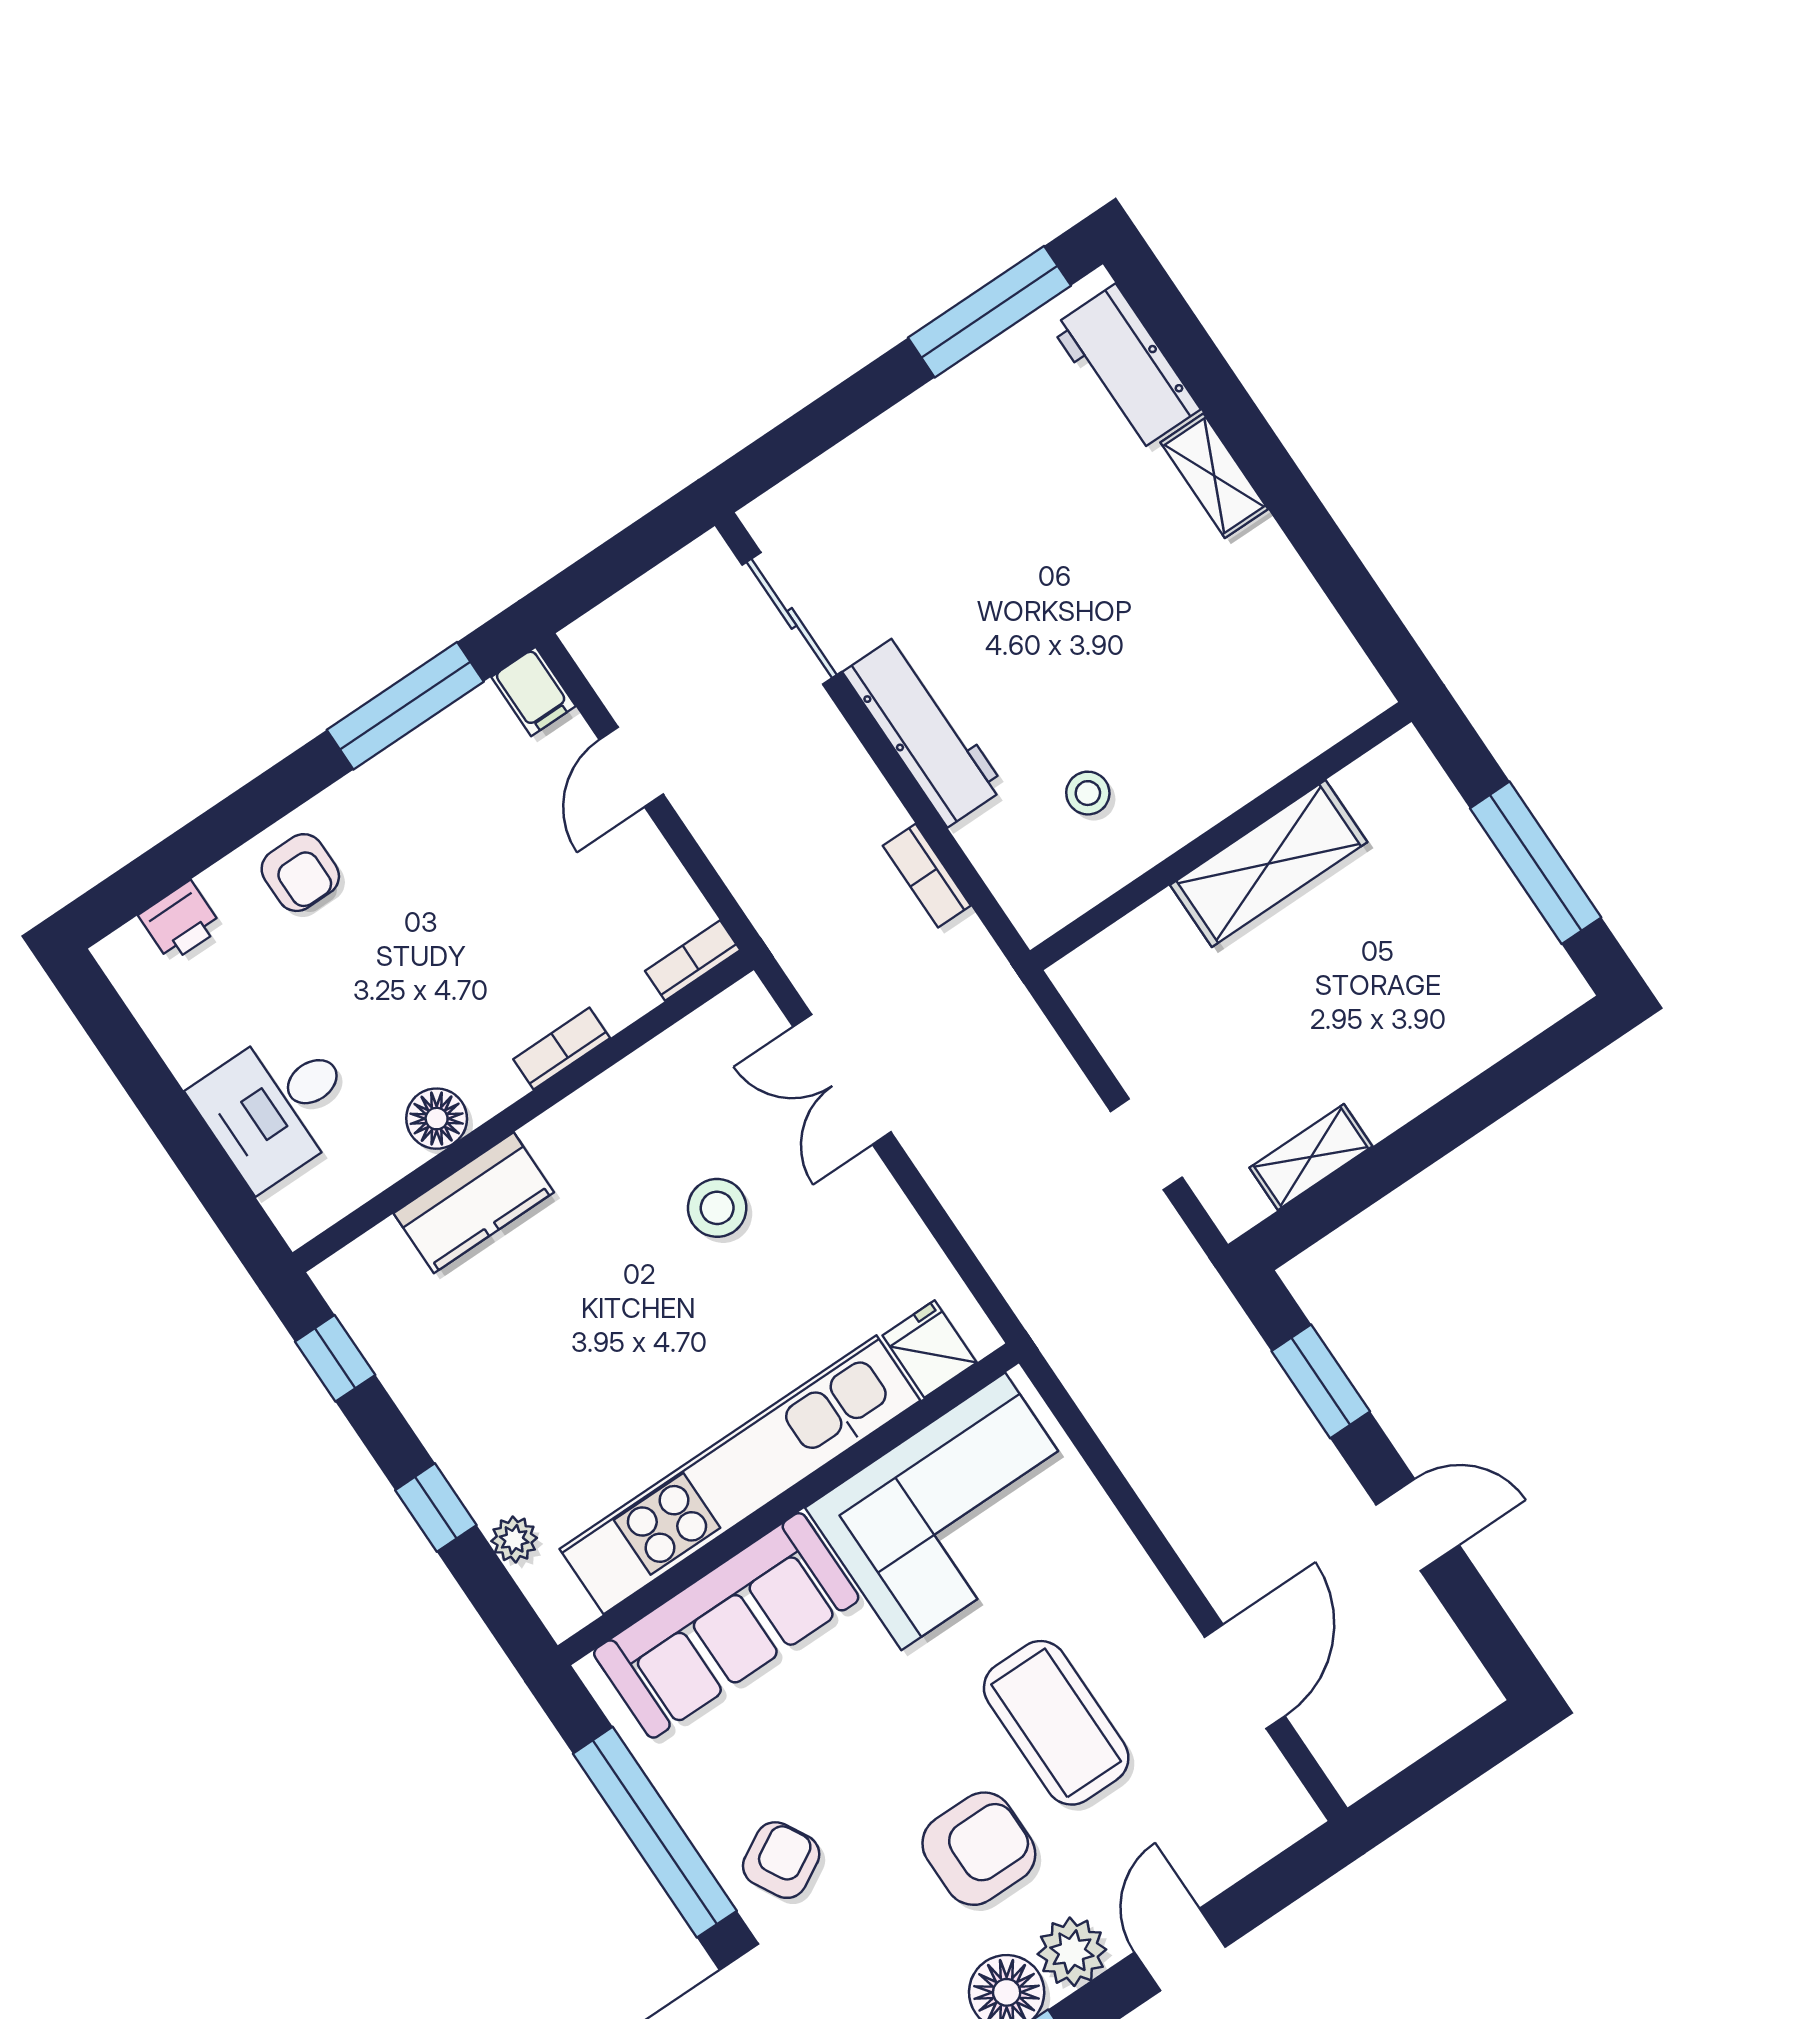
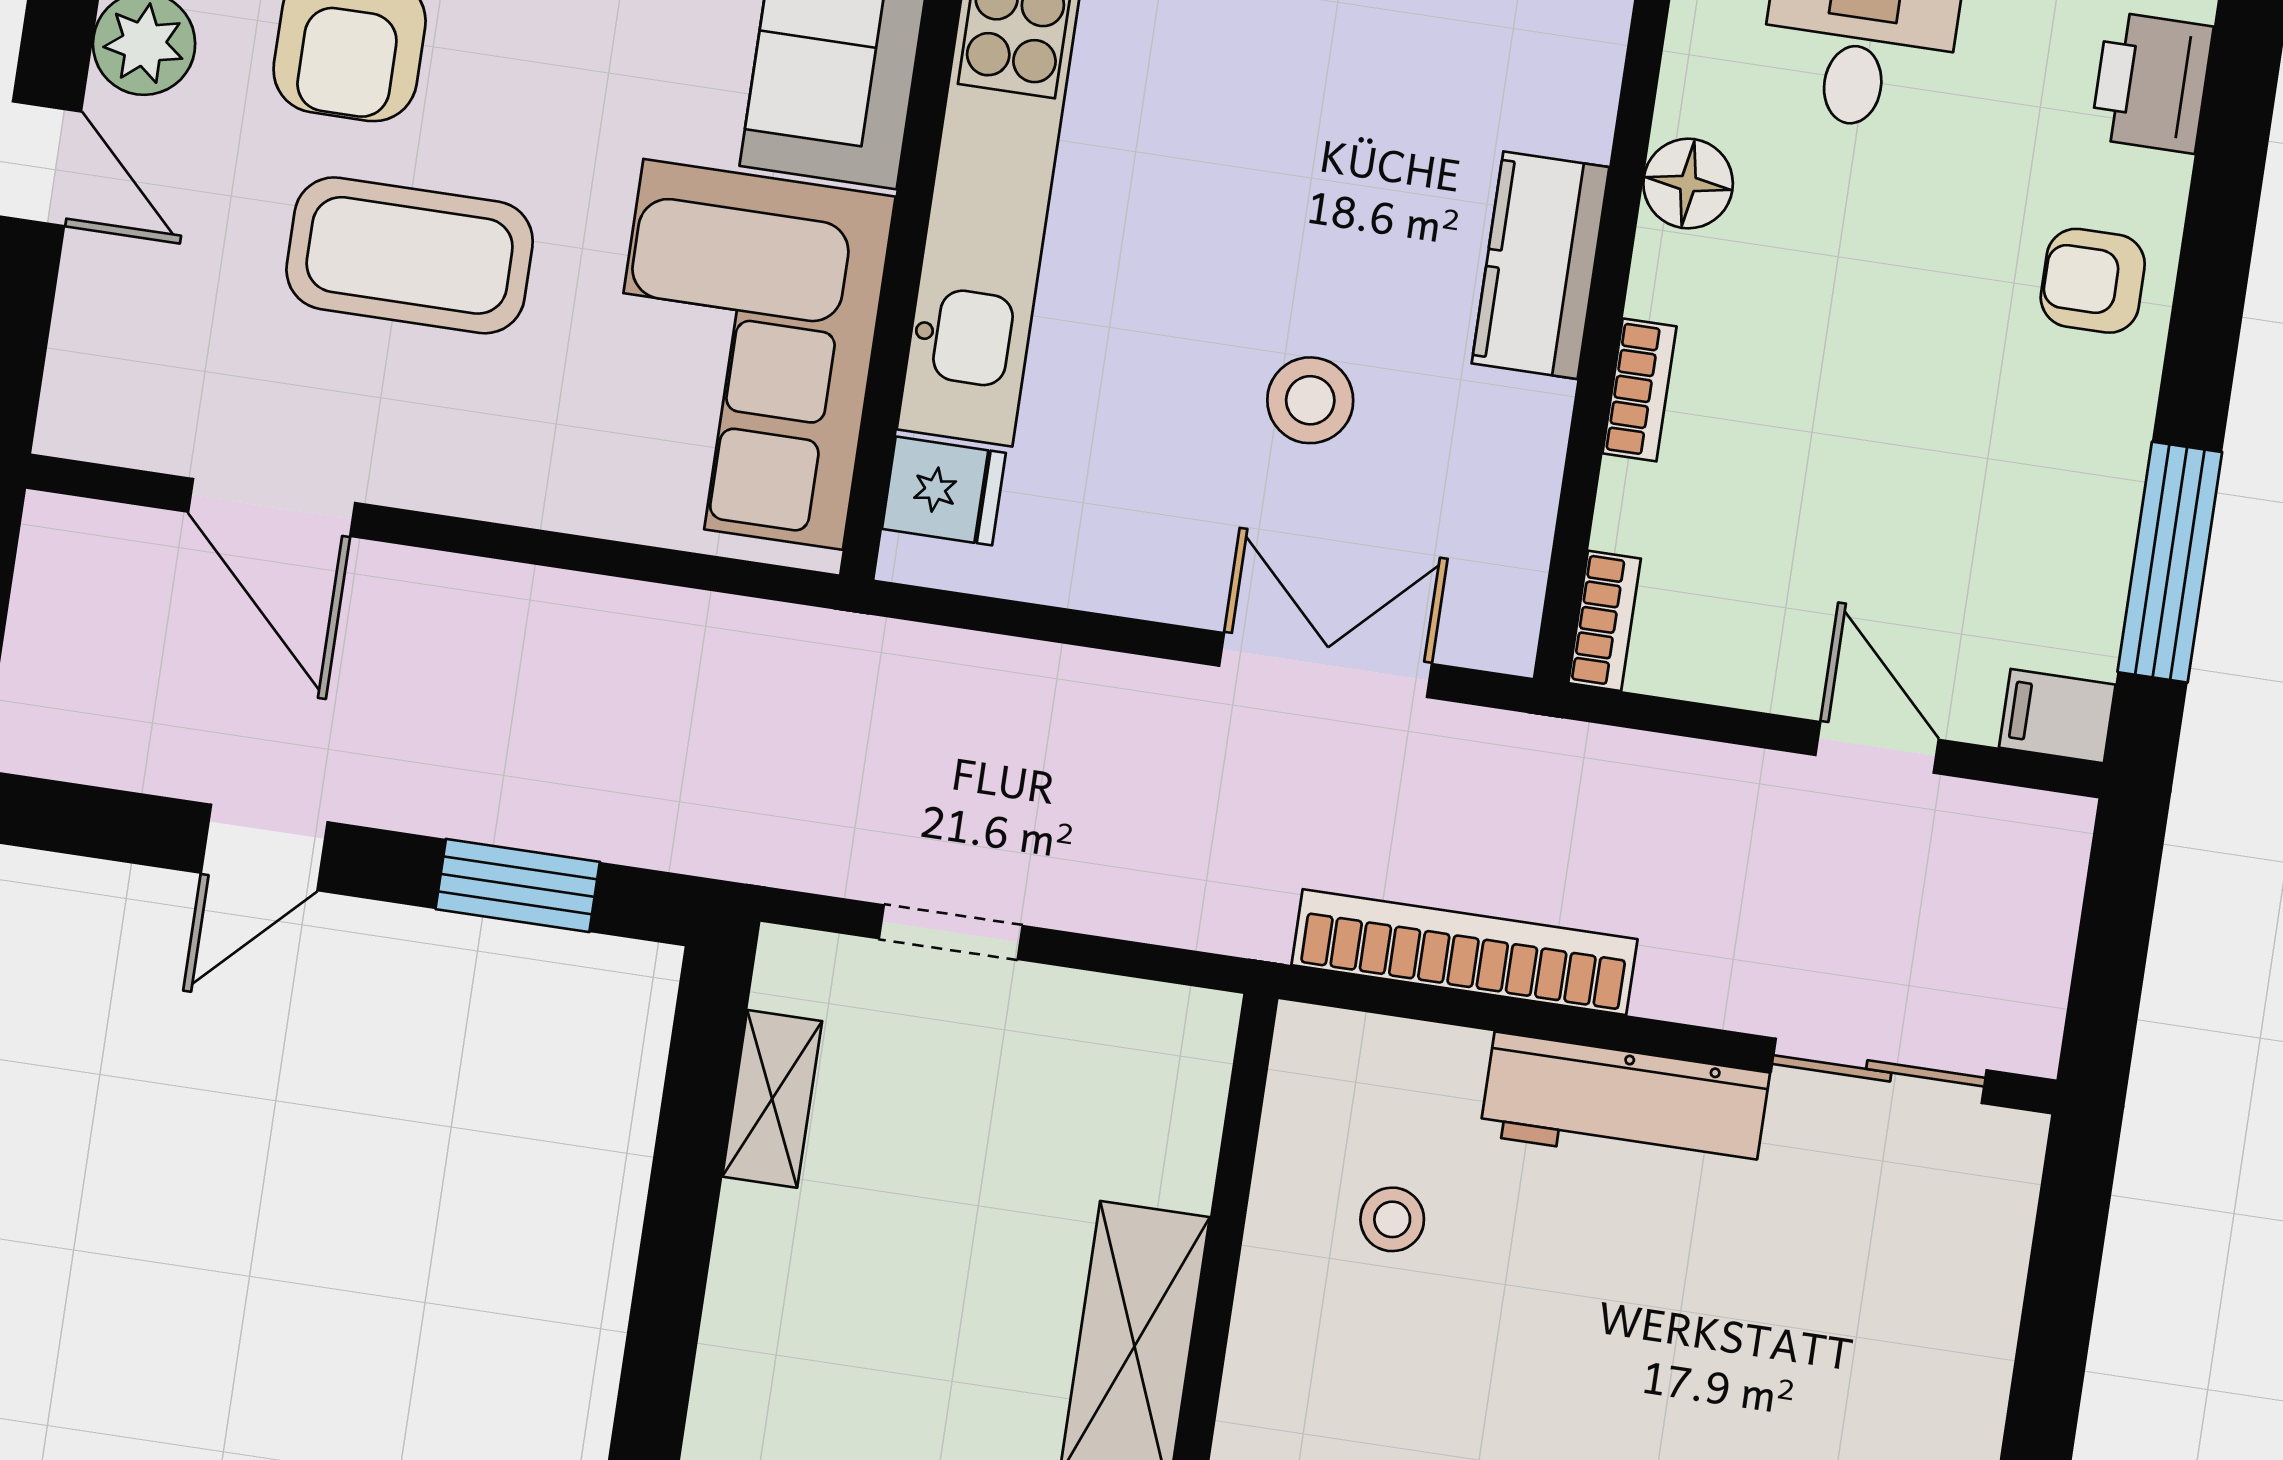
bookcase: (927, 876) -> (1464, 952), width x2.31, depth x1.31
printer: (180, 921) -> (2152, 82), width x1.36, depth x1.24
kitchen counter: (474, 1203) -> (1540, 265), moved

